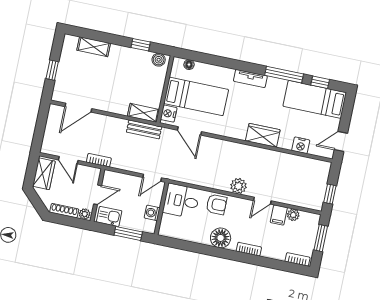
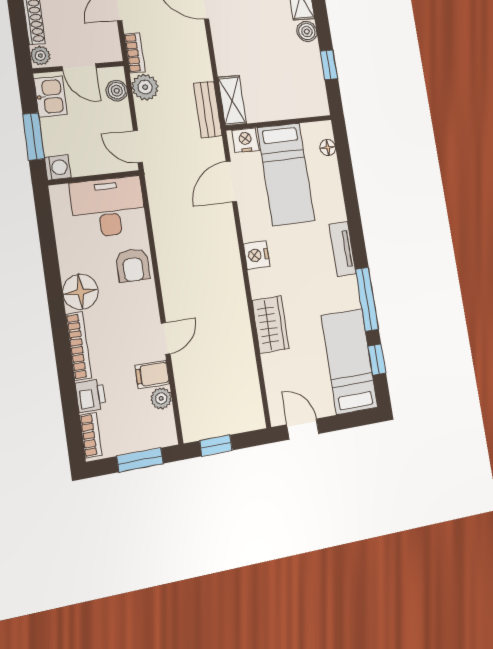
boiler: (159, 60) -> (307, 31), moved
wardrobe: (263, 135) -> (270, 325), moved
nightstand: (301, 145) -> (257, 255), moved
boiler: (117, 178) -> (117, 91), added
plant: (238, 186) -> (145, 87), moved
desk: (181, 201) -> (108, 207), width x1.37
door: (262, 201) -> (166, 338), swing flipped
washing machine: (152, 213) -> (58, 167), moved, turned 90
bookcase: (249, 249) -> (79, 346), width x1.56
printer: (277, 252) -> (91, 396), added

